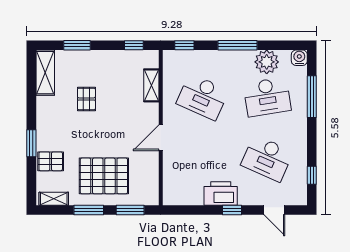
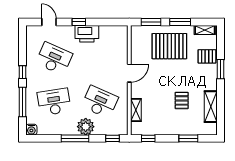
plant: (267, 62) -> (86, 127), moved
shelving: (45, 73) -> (211, 107), moved
window: (312, 175) -> (23, 72), moved

